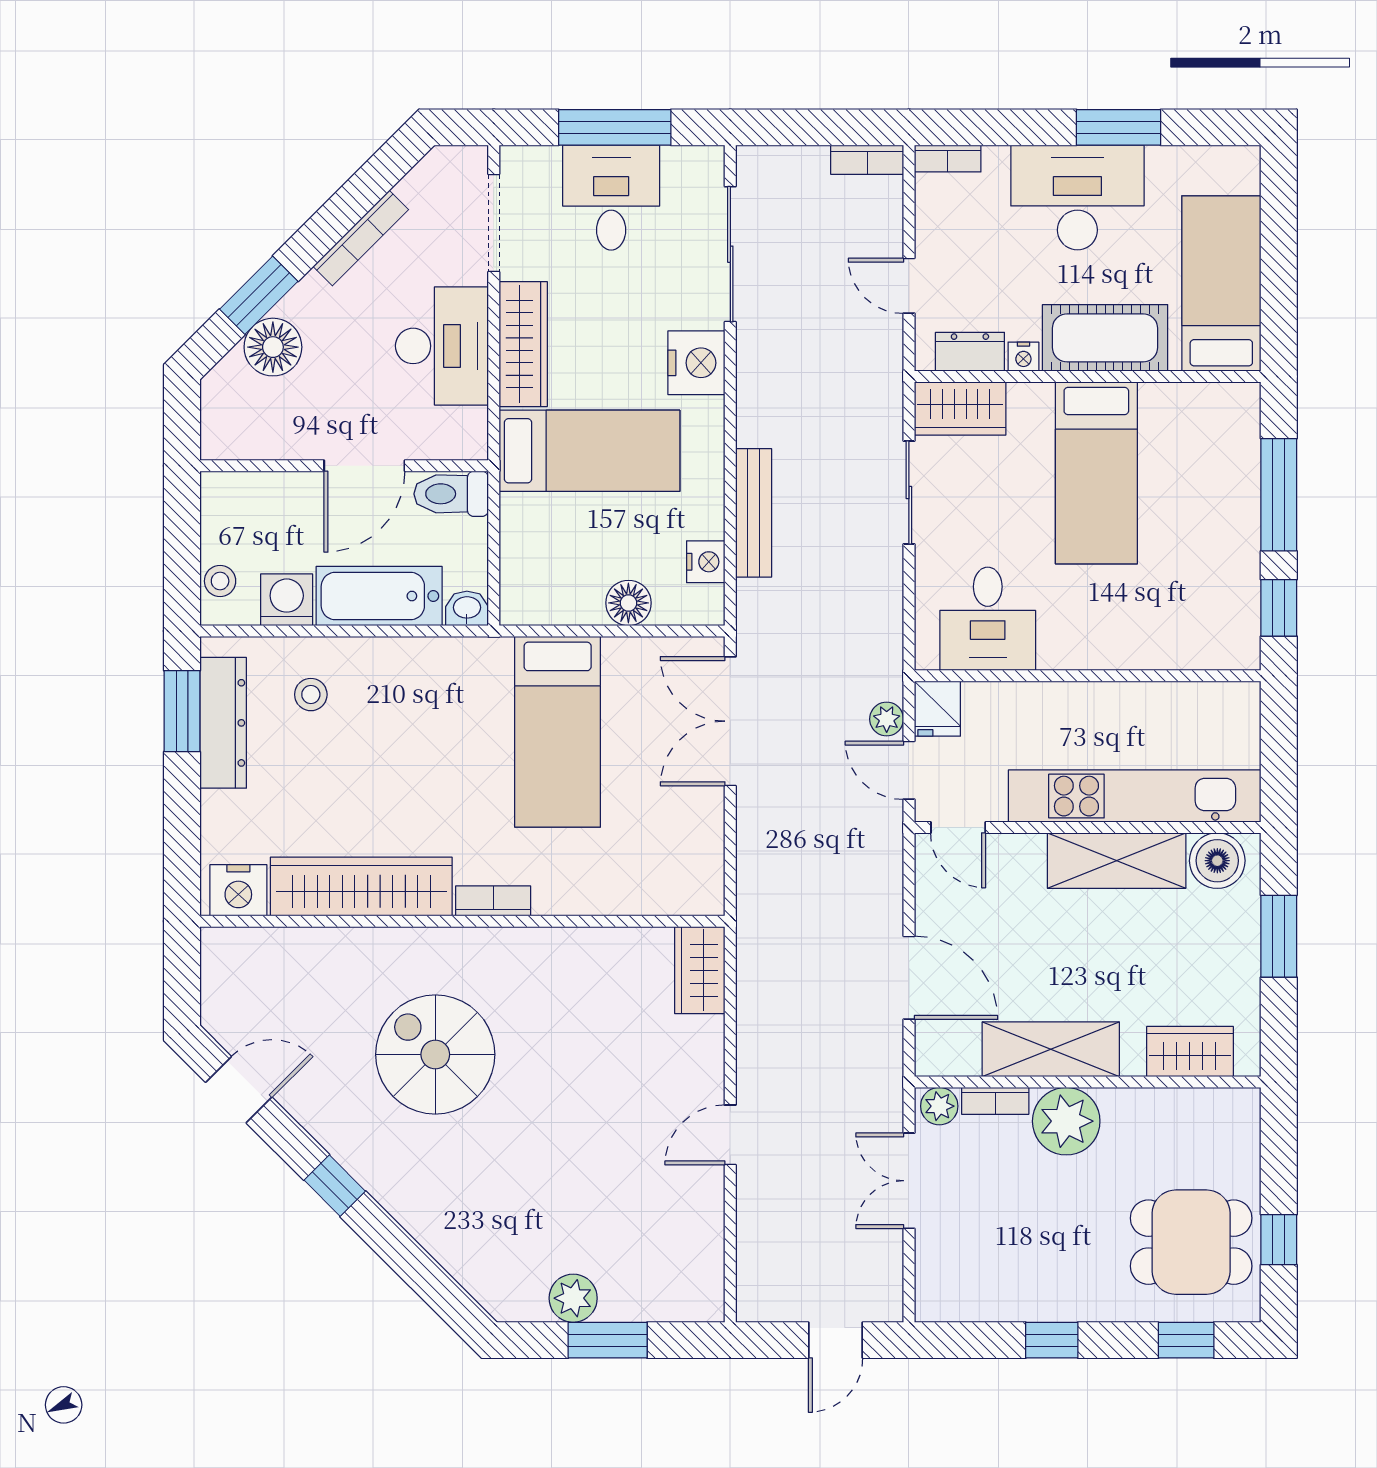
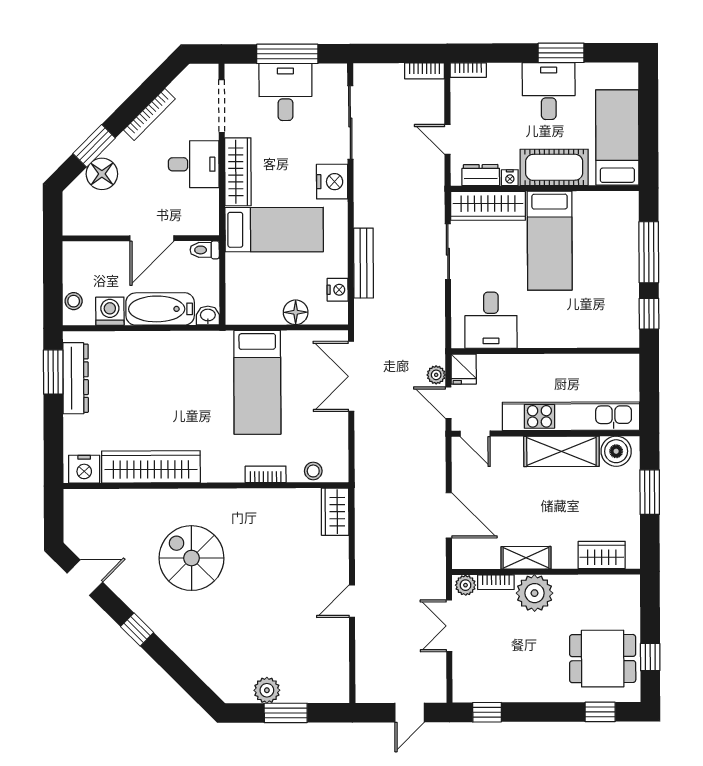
desk: (1077, 198) -> (549, 91), width x0.73
desk: (442, 346) -> (194, 164), width x0.73
wardrobe: (960, 408) -> (488, 206), width x1.50
toilet: (451, 494) -> (205, 250), width x0.73, depth x0.72
stool: (311, 695) -> (313, 471), moved
bookcase: (493, 901) -> (266, 474), moved
shelving: (1051, 1049) -> (526, 558), width x0.67, depth x0.75
window: (1052, 1340) -> (487, 712), moved

